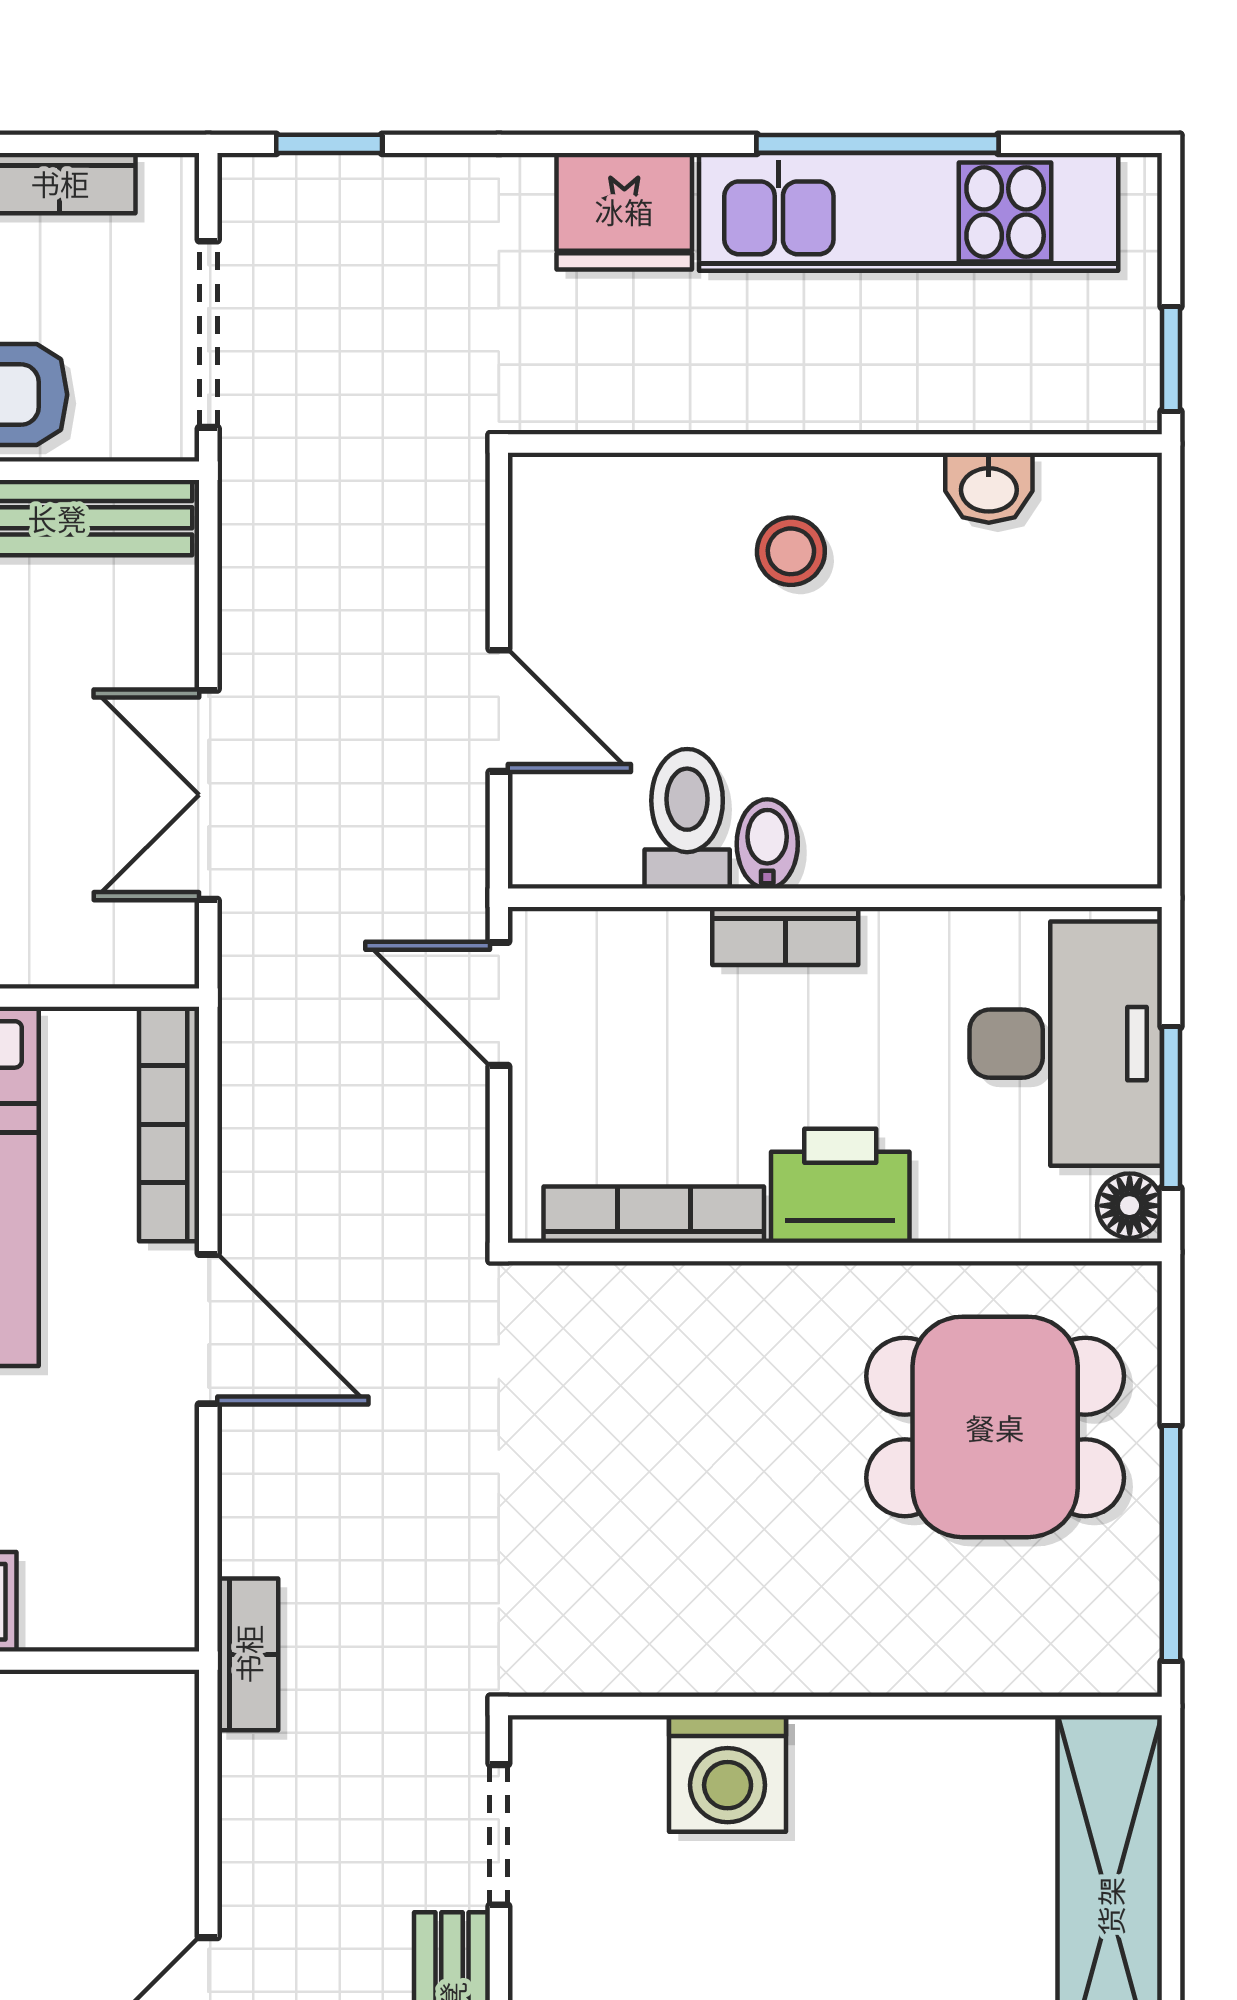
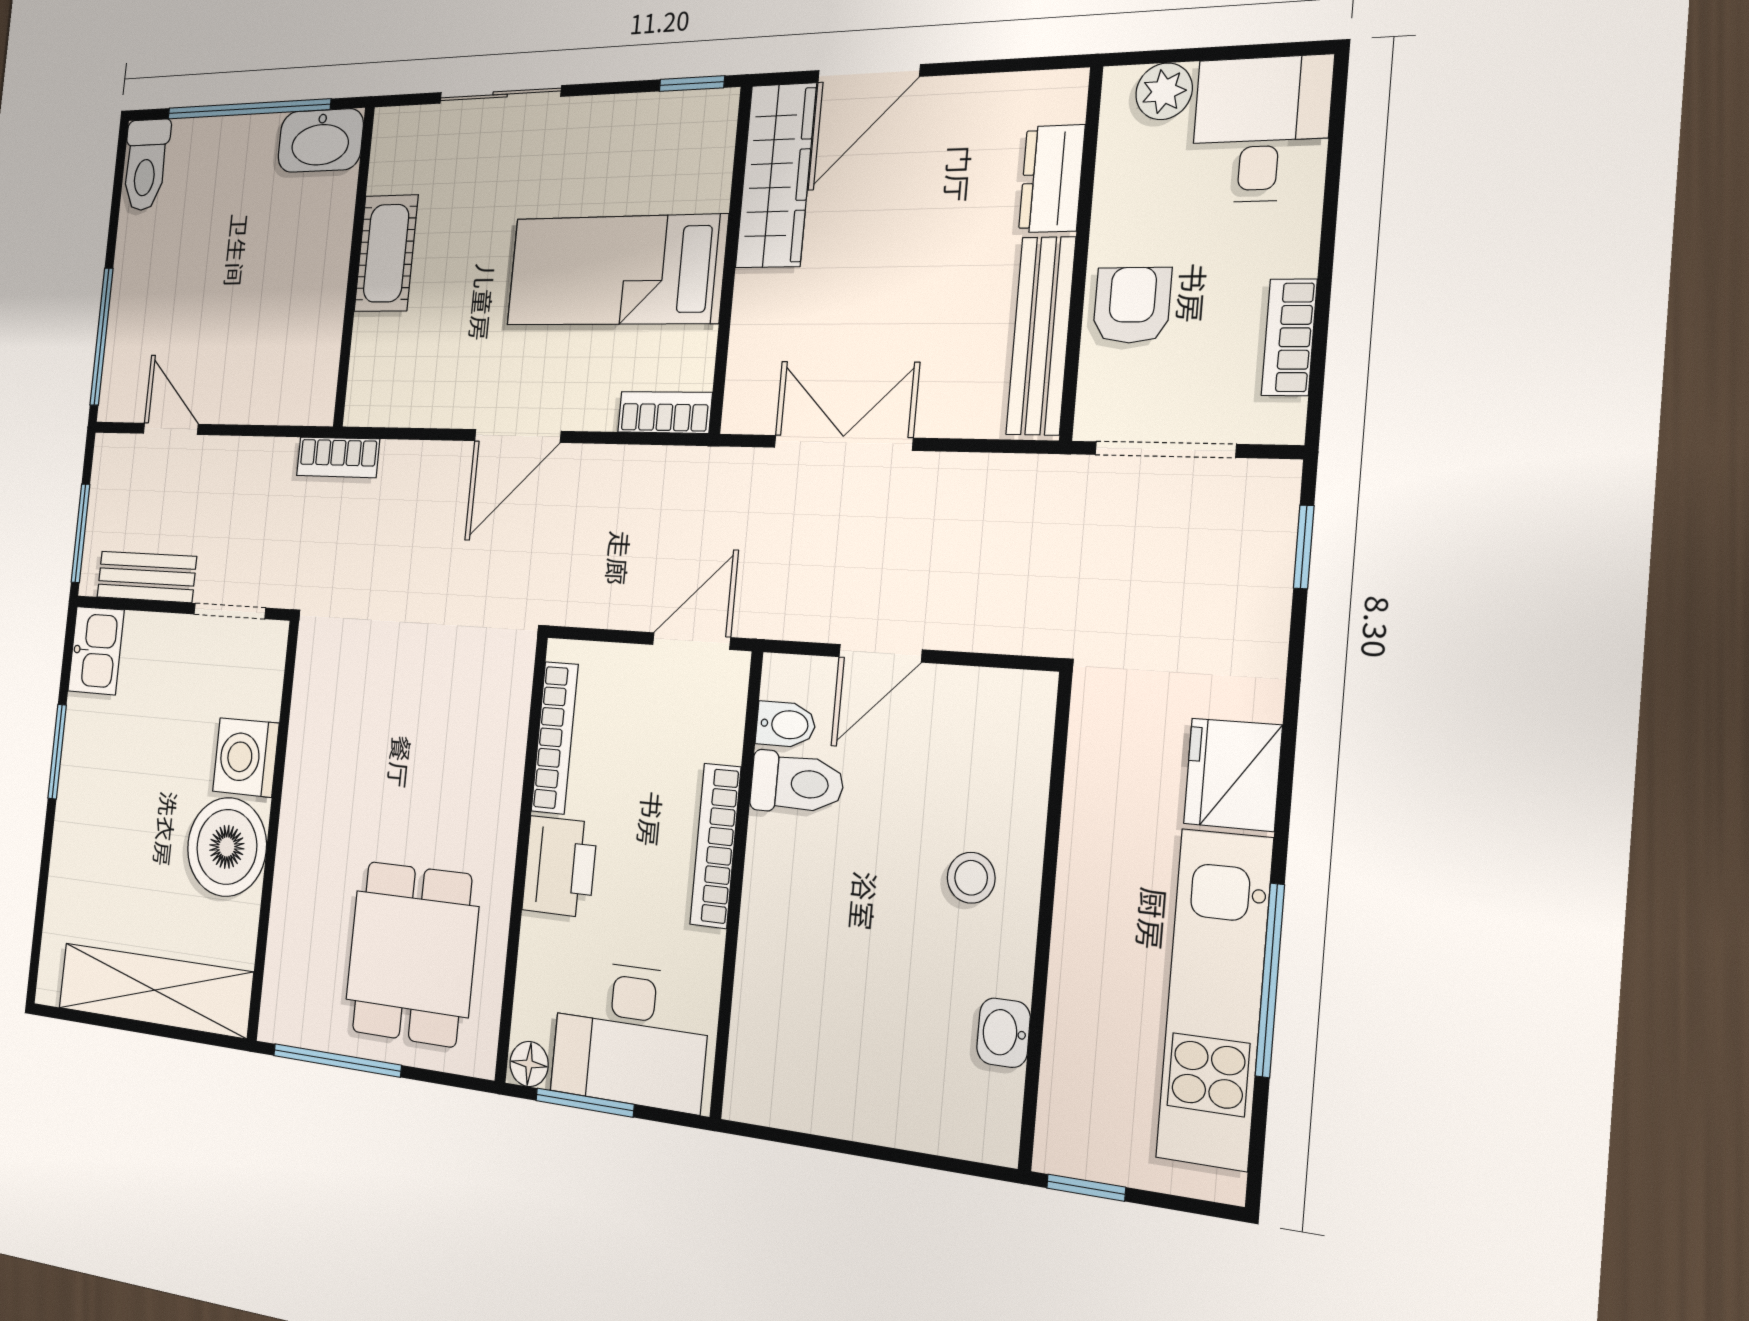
bidet: (767, 844) -> (786, 724), moved
bookcase: (785, 936) -> (715, 846), width x1.56
bookcase: (169, 1124) -> (665, 412), width x0.64
boiler: (871, 1793) -> (227, 847), added

